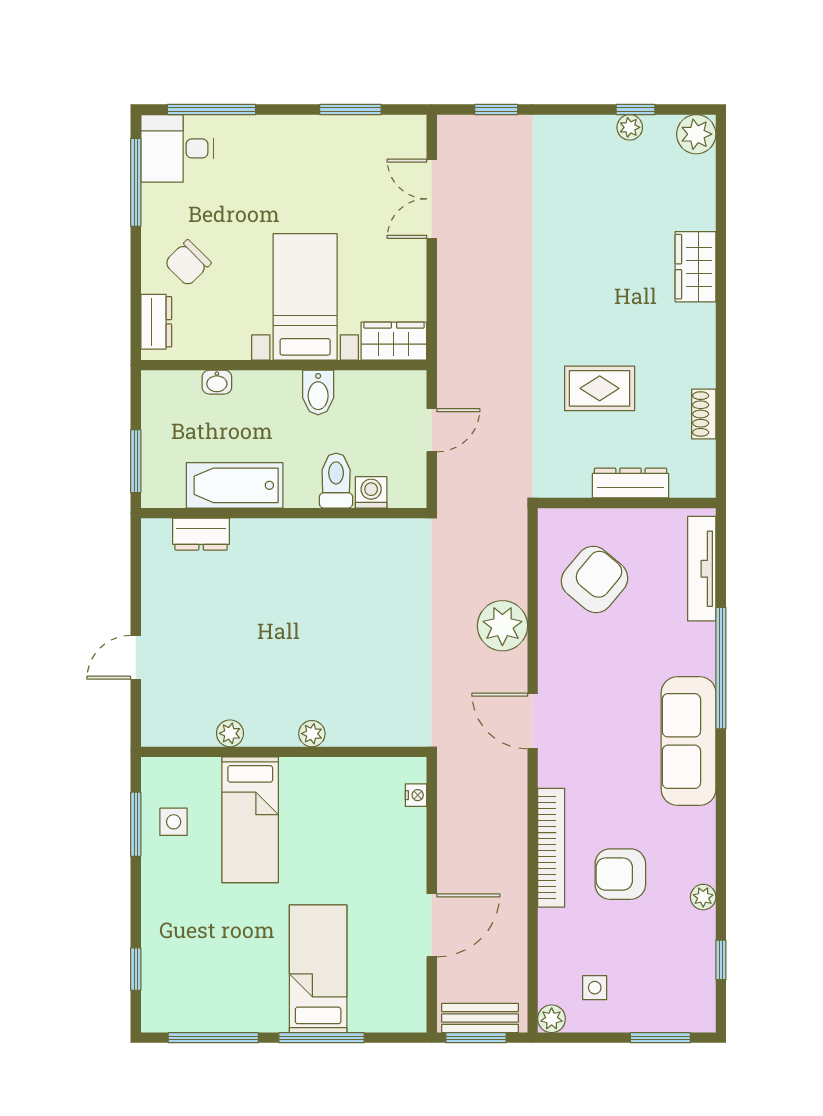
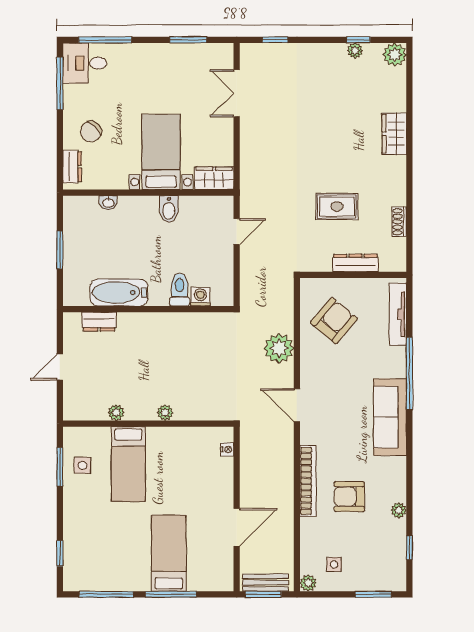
toilet: (336, 481) -> (179, 290), moved
bathtub: (235, 485) -> (119, 292), moved
washing machine: (371, 492) -> (200, 297), moved
wall: (284, 513) -> (148, 309), moved
dresser: (201, 534) -> (99, 322), moved

